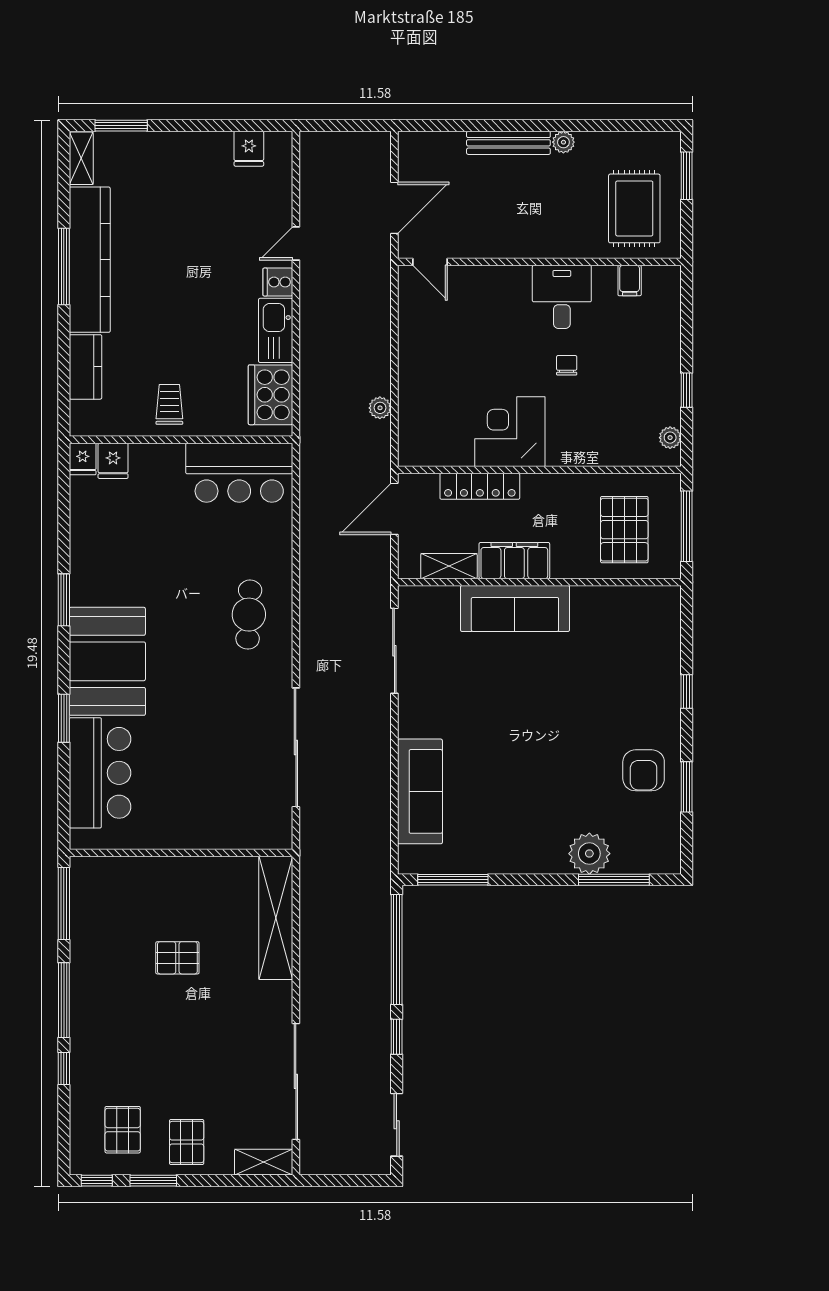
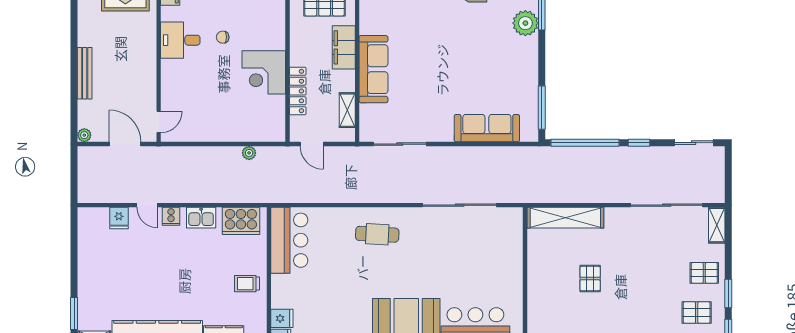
plant: (563, 142) -> (84, 135), moved
fridge: (249, 149) -> (119, 218), moved, turned 90
kitchen sink: (276, 330) -> (201, 218), width x0.73
door: (394, 509) -> (312, 144), width x0.73
filing cabinet: (514, 561) -> (344, 47), moved

